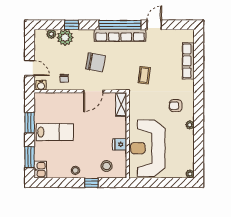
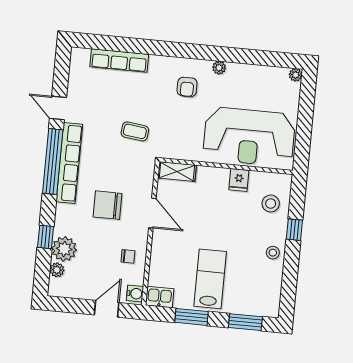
chair: (96, 62) -> (108, 205), turned -100
kitchen sink: (40, 170) -> (160, 297), moved

